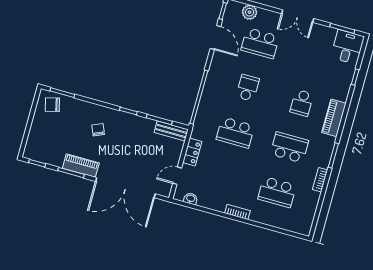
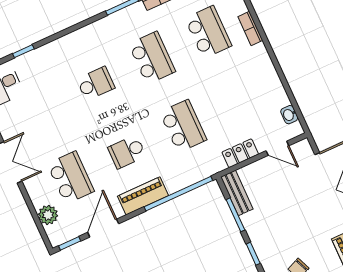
piano: (334, 118) -> (143, 196), moved, turned 180
school desk: (289, 147) -> (152, 58), turned 180
bookcase: (237, 212) -> (250, 28), moved

